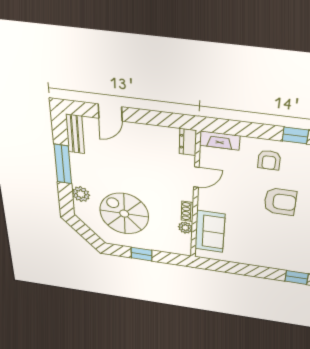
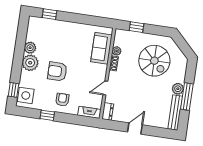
door: (110, 112) -> (135, 128), moved
bench: (75, 134) -> (175, 113), width x1.36
plant: (81, 194) -> (178, 89), moved
window: (142, 254) -> (137, 27), moved

